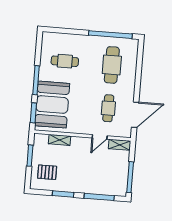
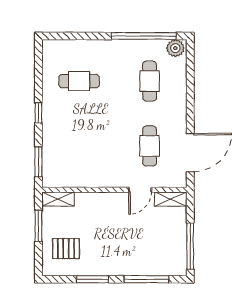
plant: (131, 44) -> (175, 48), added
cafe table: (112, 65) -> (149, 81), width x0.73, depth x0.74
window: (36, 80) -> (38, 113), width x0.46
booth: (52, 105) -> (65, 147), removed
shelving: (59, 140) -> (58, 199), moved

